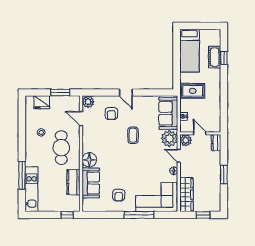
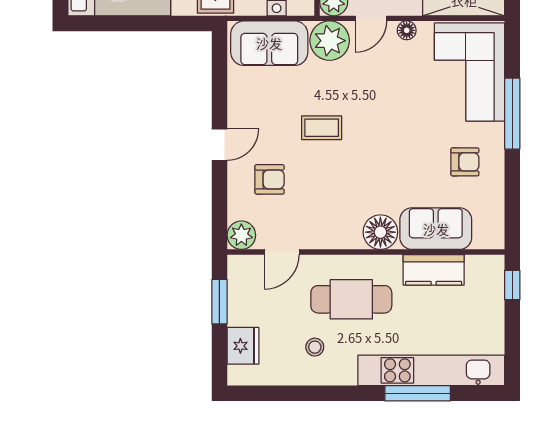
kitchen unit: (32, 189) -> (431, 370), width x1.36

